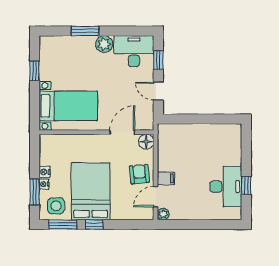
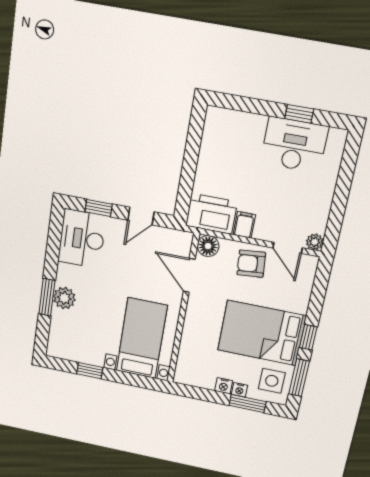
plant: (104, 44) -> (64, 298), moved
printer: (169, 140) -> (211, 214), added
filing cabinet: (166, 178) -> (244, 225), moved

